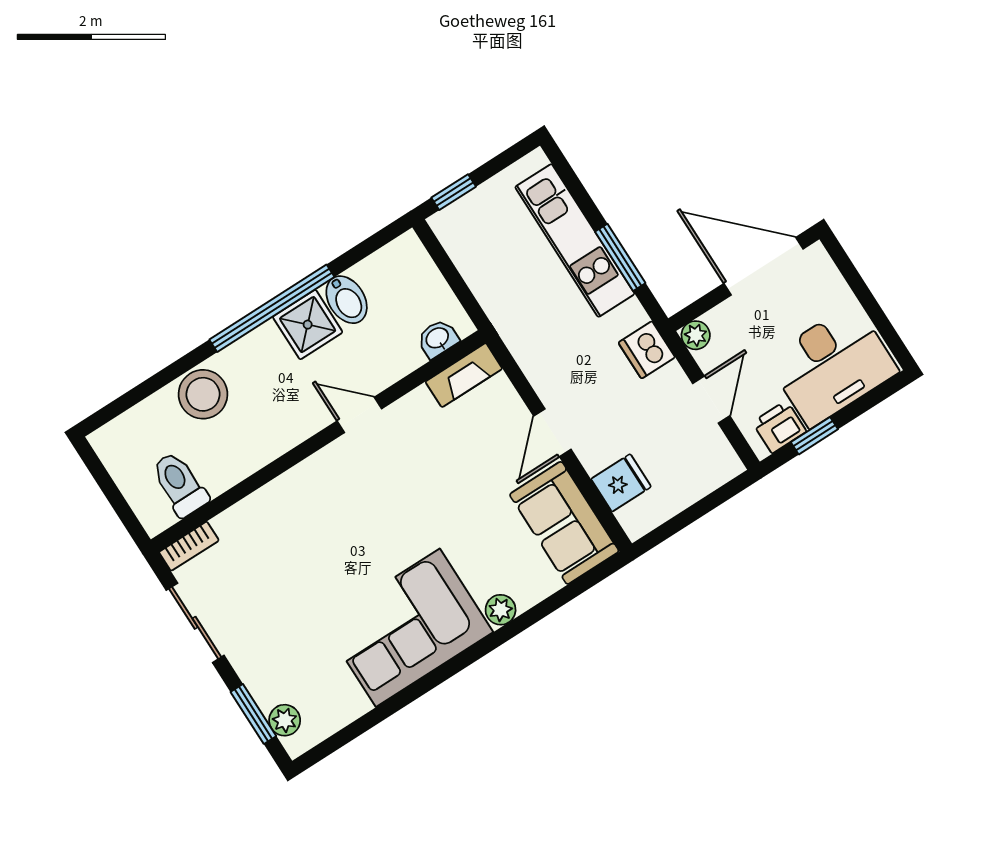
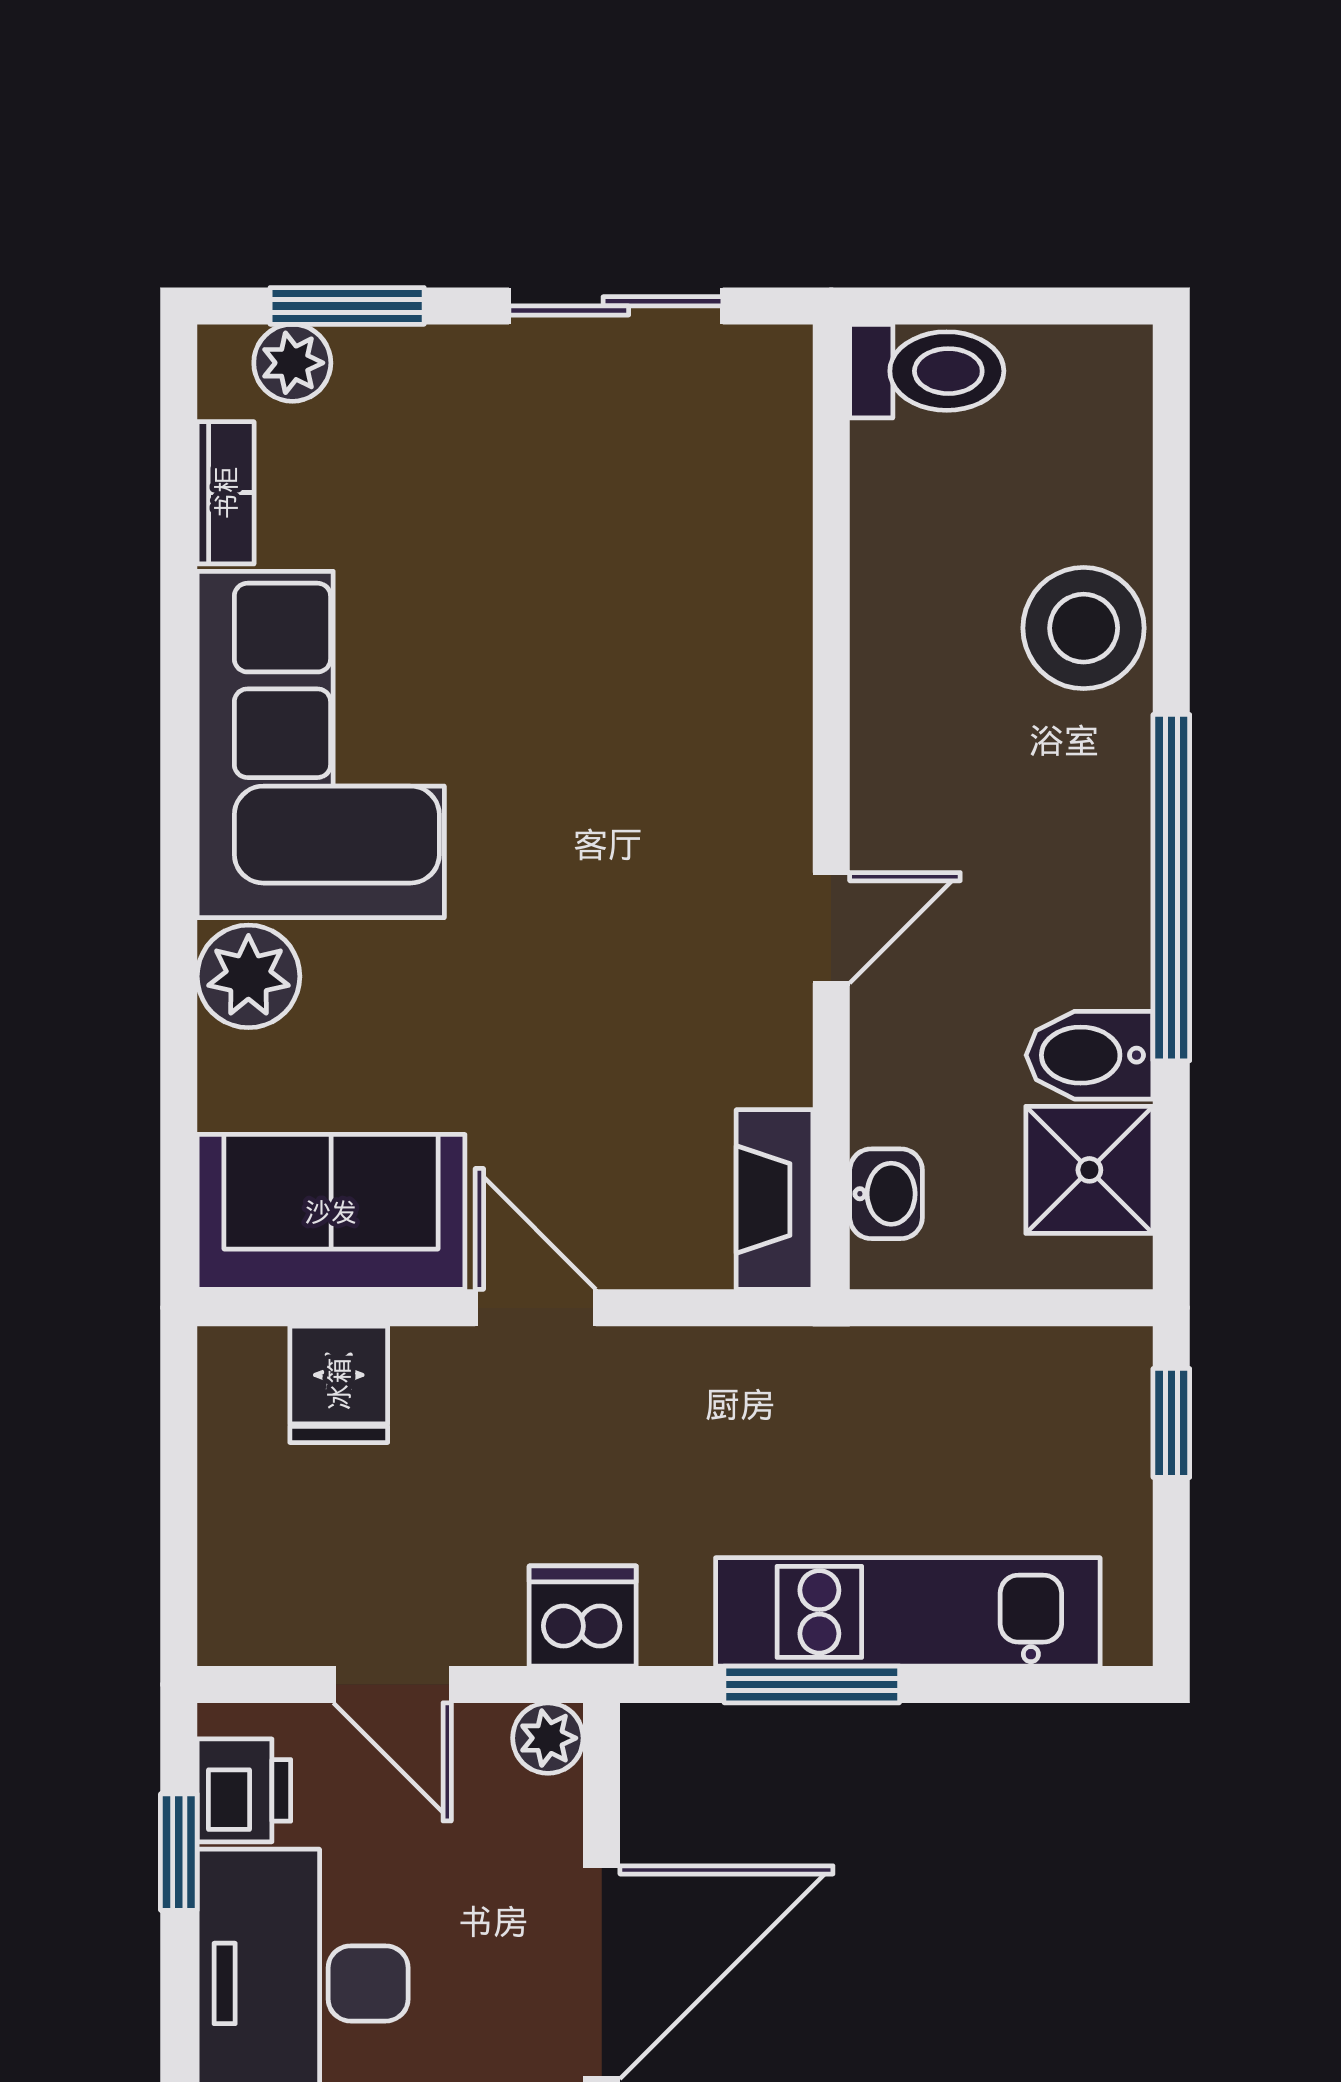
shower: (308, 325) -> (1089, 1170), moved
toilet: (180, 484) -> (927, 371), moved
bookcase: (189, 546) -> (226, 493), moved, turned 180
plant: (501, 610) -> (248, 976), width x1.38, depth x1.38

